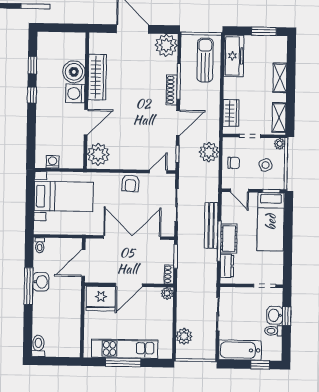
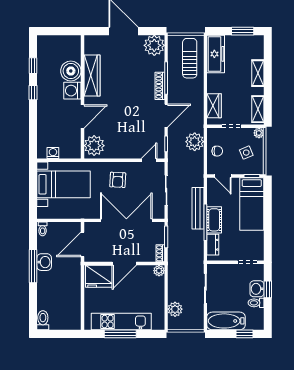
armchair: (131, 183) -> (118, 180), moved

